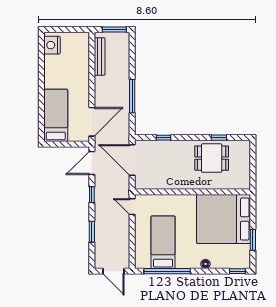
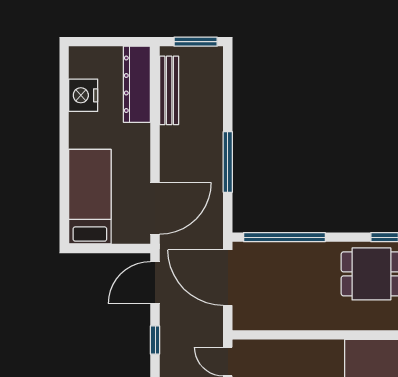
nightstand: (52, 45) -> (83, 95), moved
dresser: (82, 53) -> (137, 84), added
window: (163, 138) -> (284, 237), width x3.17

